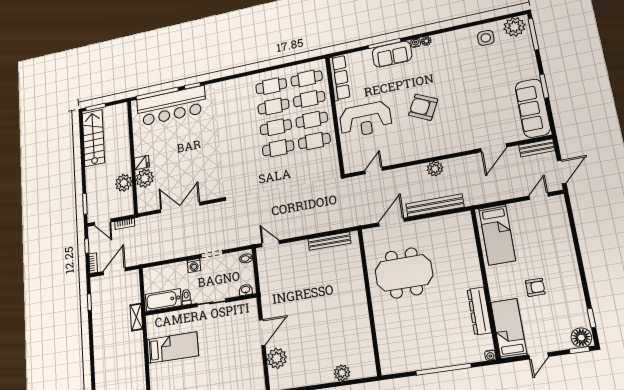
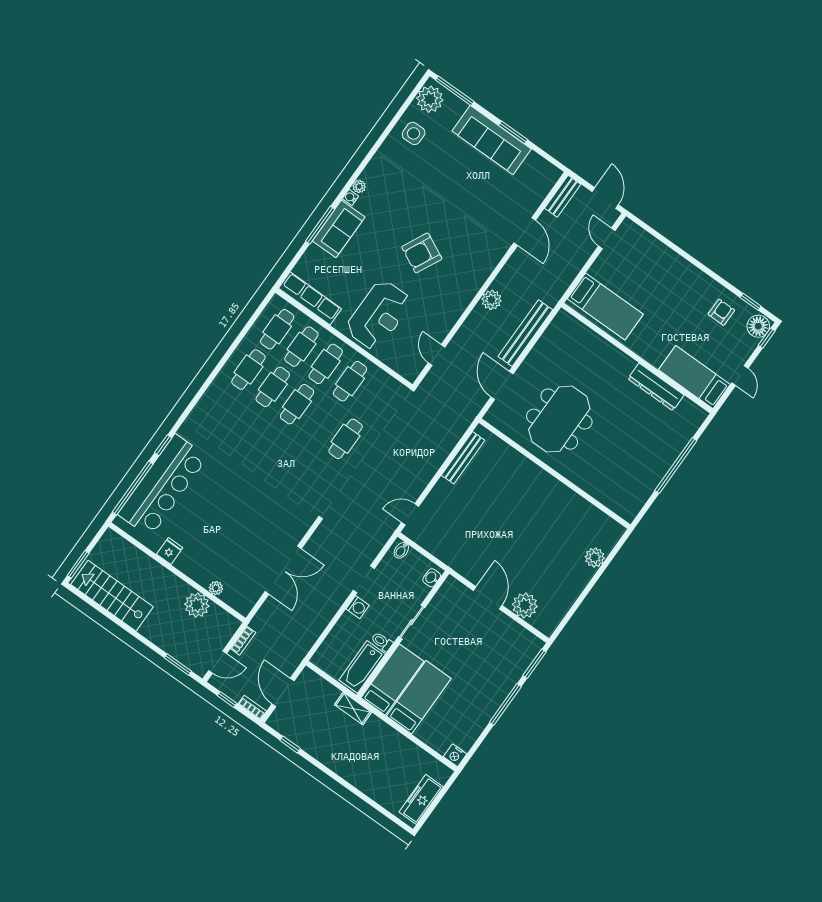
sofa: (533, 108) -> (492, 140), moved
cafe table: (278, 148) -> (346, 439), moved
fridge: (142, 162) -> (170, 551), moved
plant: (145, 178) -> (216, 588), width x0.53, depth x0.53
double door: (180, 207) -> (283, 570), swing flipped
armchair: (535, 287) -> (721, 312), moved
bed: (170, 323) -> (392, 680), added
water cooler: (490, 355) -> (702, 415), removed

